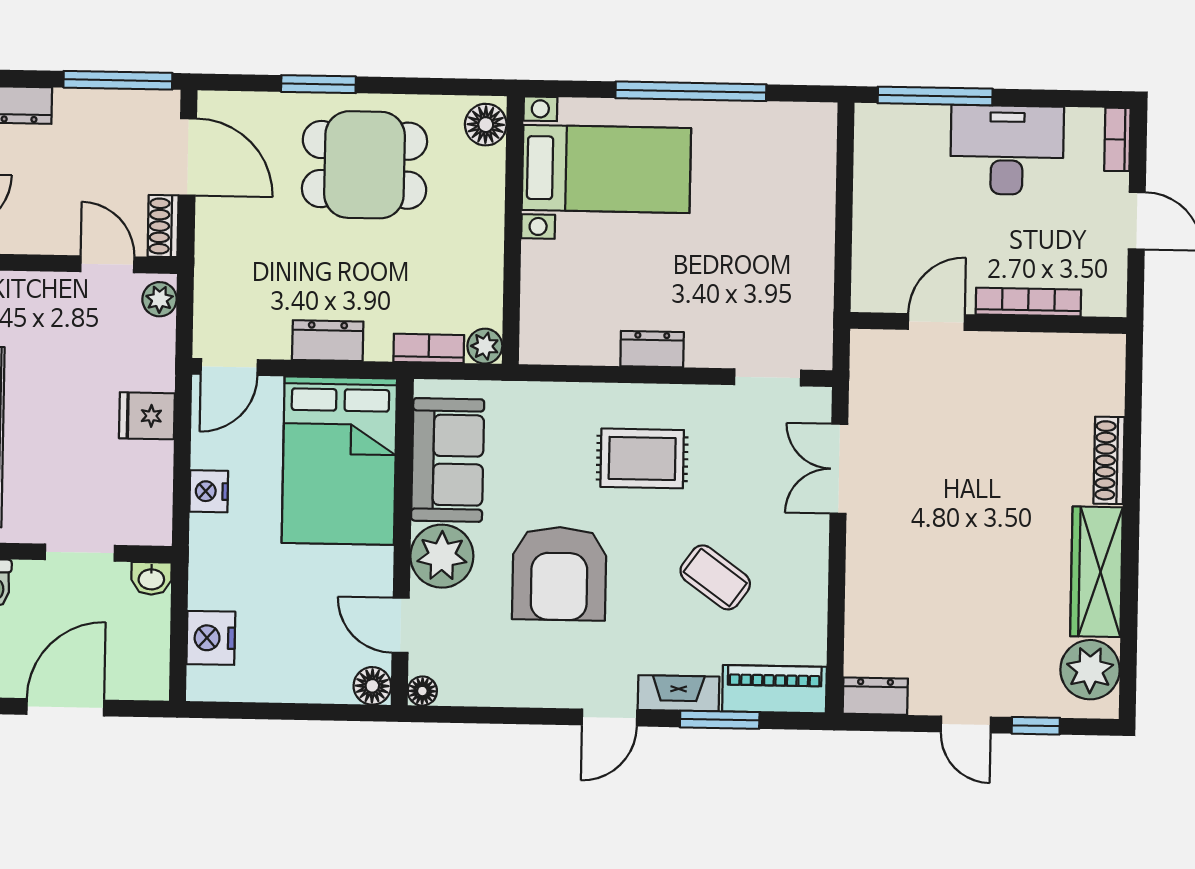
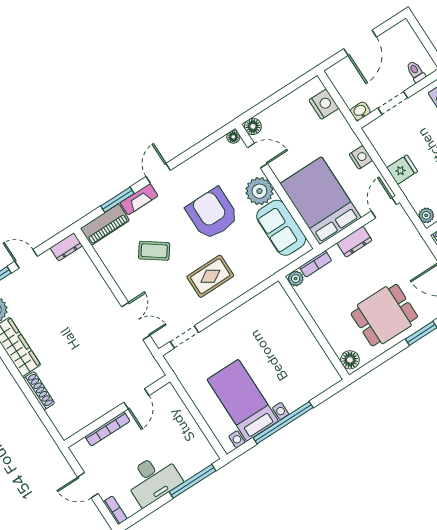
bed with nightstands: (606, 169) -> (243, 400), moved, turned 90
dresser: (652, 349) -> (234, 319), removed

